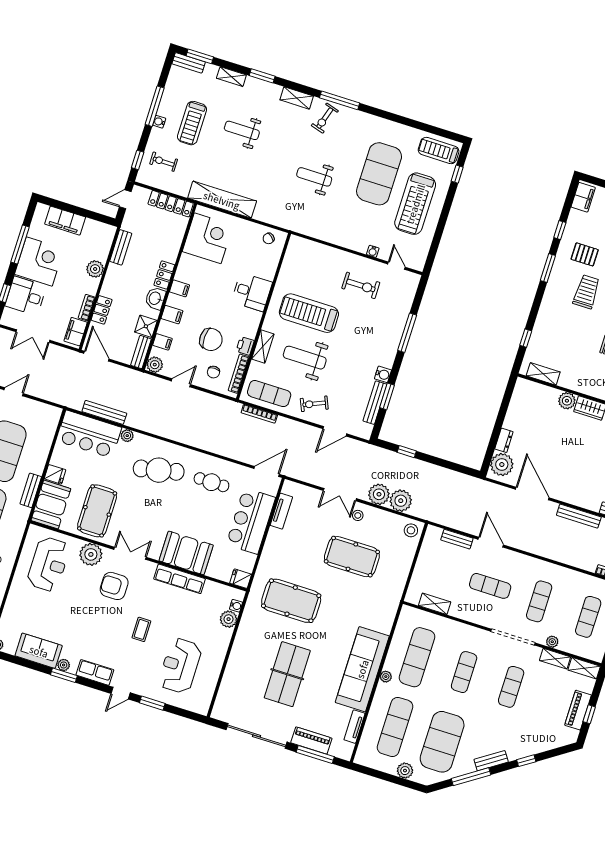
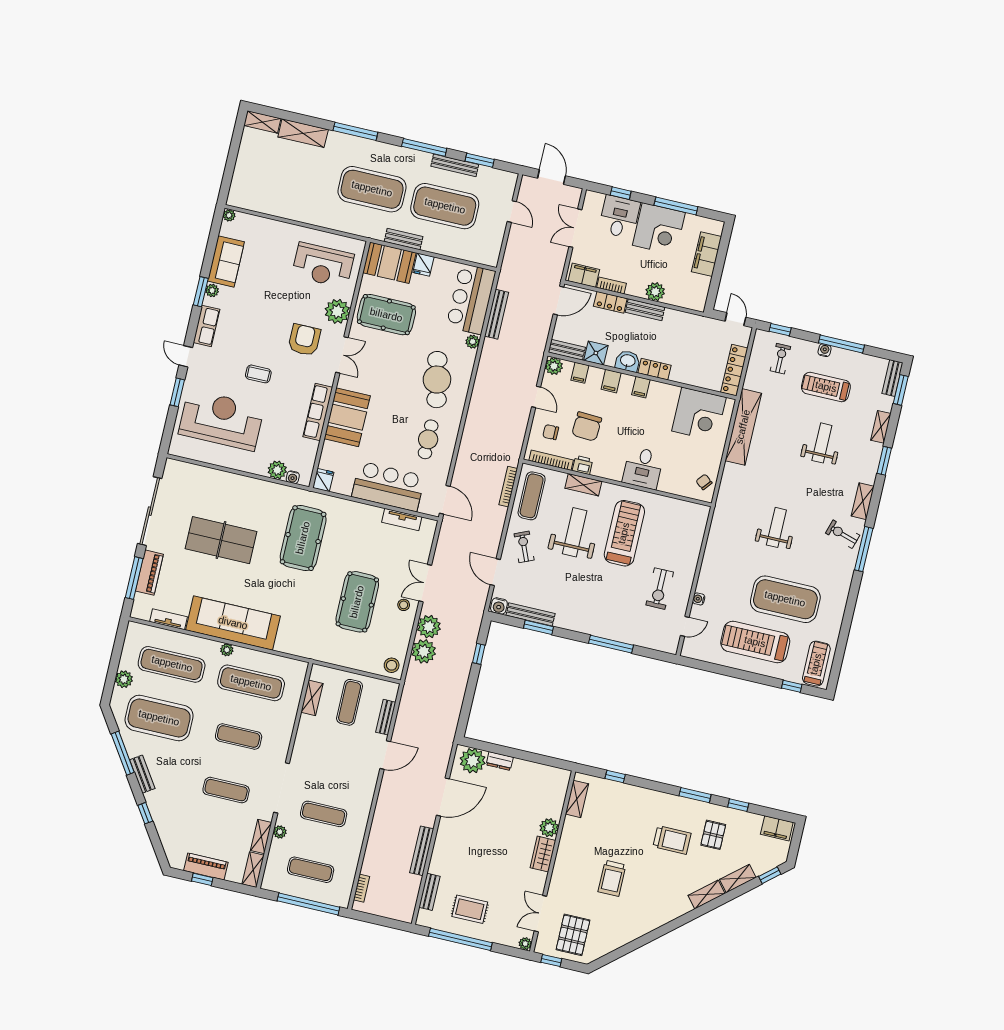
bench: (121, 247) -> (645, 310), moved
water cooler: (383, 374) -> (499, 606), moved
exercise mat: (490, 586) -> (350, 702), moved
reception desk: (180, 666) -> (221, 420), width x1.36, depth x1.30

